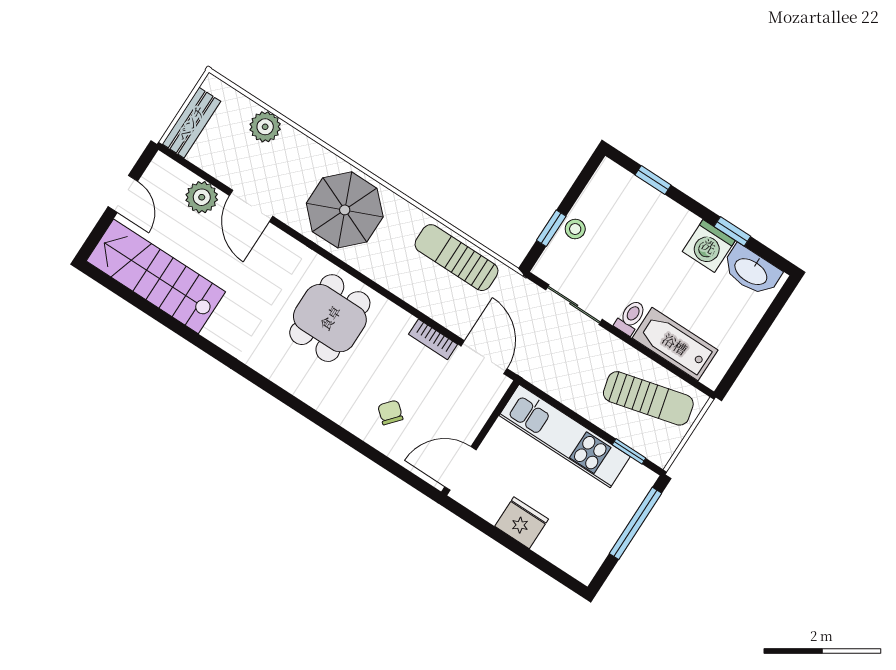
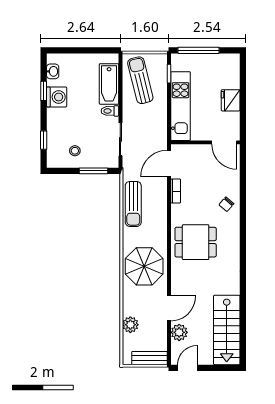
door: (123, 194) -> (187, 368), moved
window: (551, 228) -> (94, 171), width x1.50
stool: (575, 229) -> (75, 151), moved
washbasin: (751, 271) -> (53, 71), width x0.52, depth x0.69
chair: (390, 412) -> (226, 204), moved

